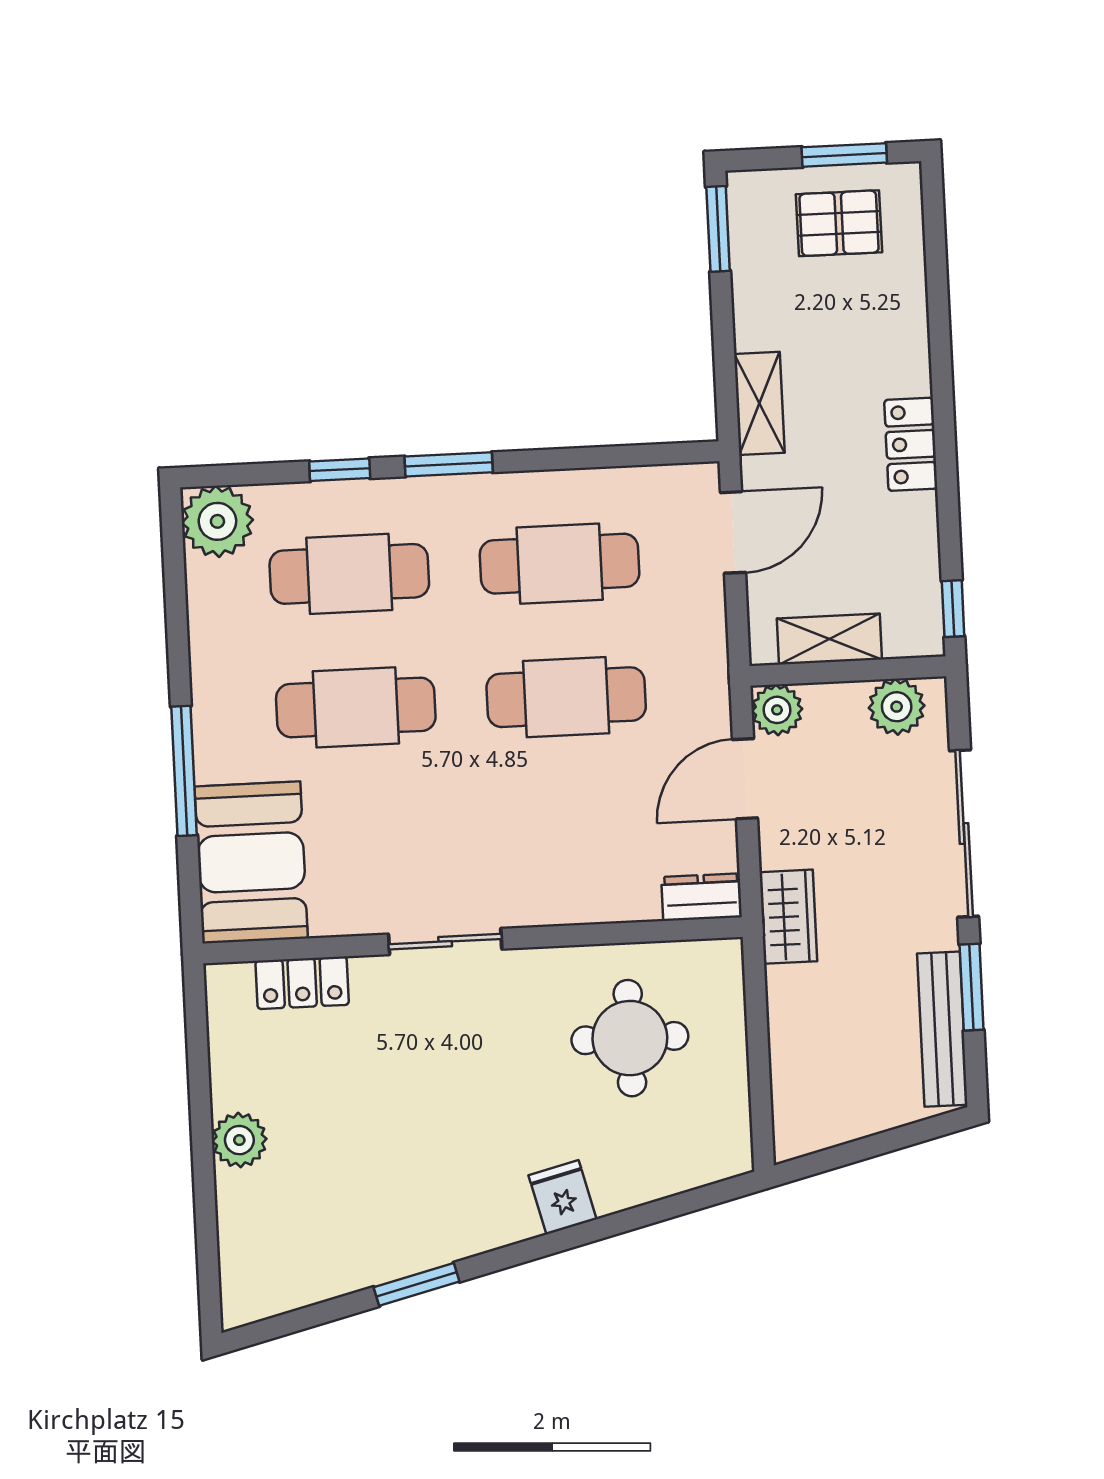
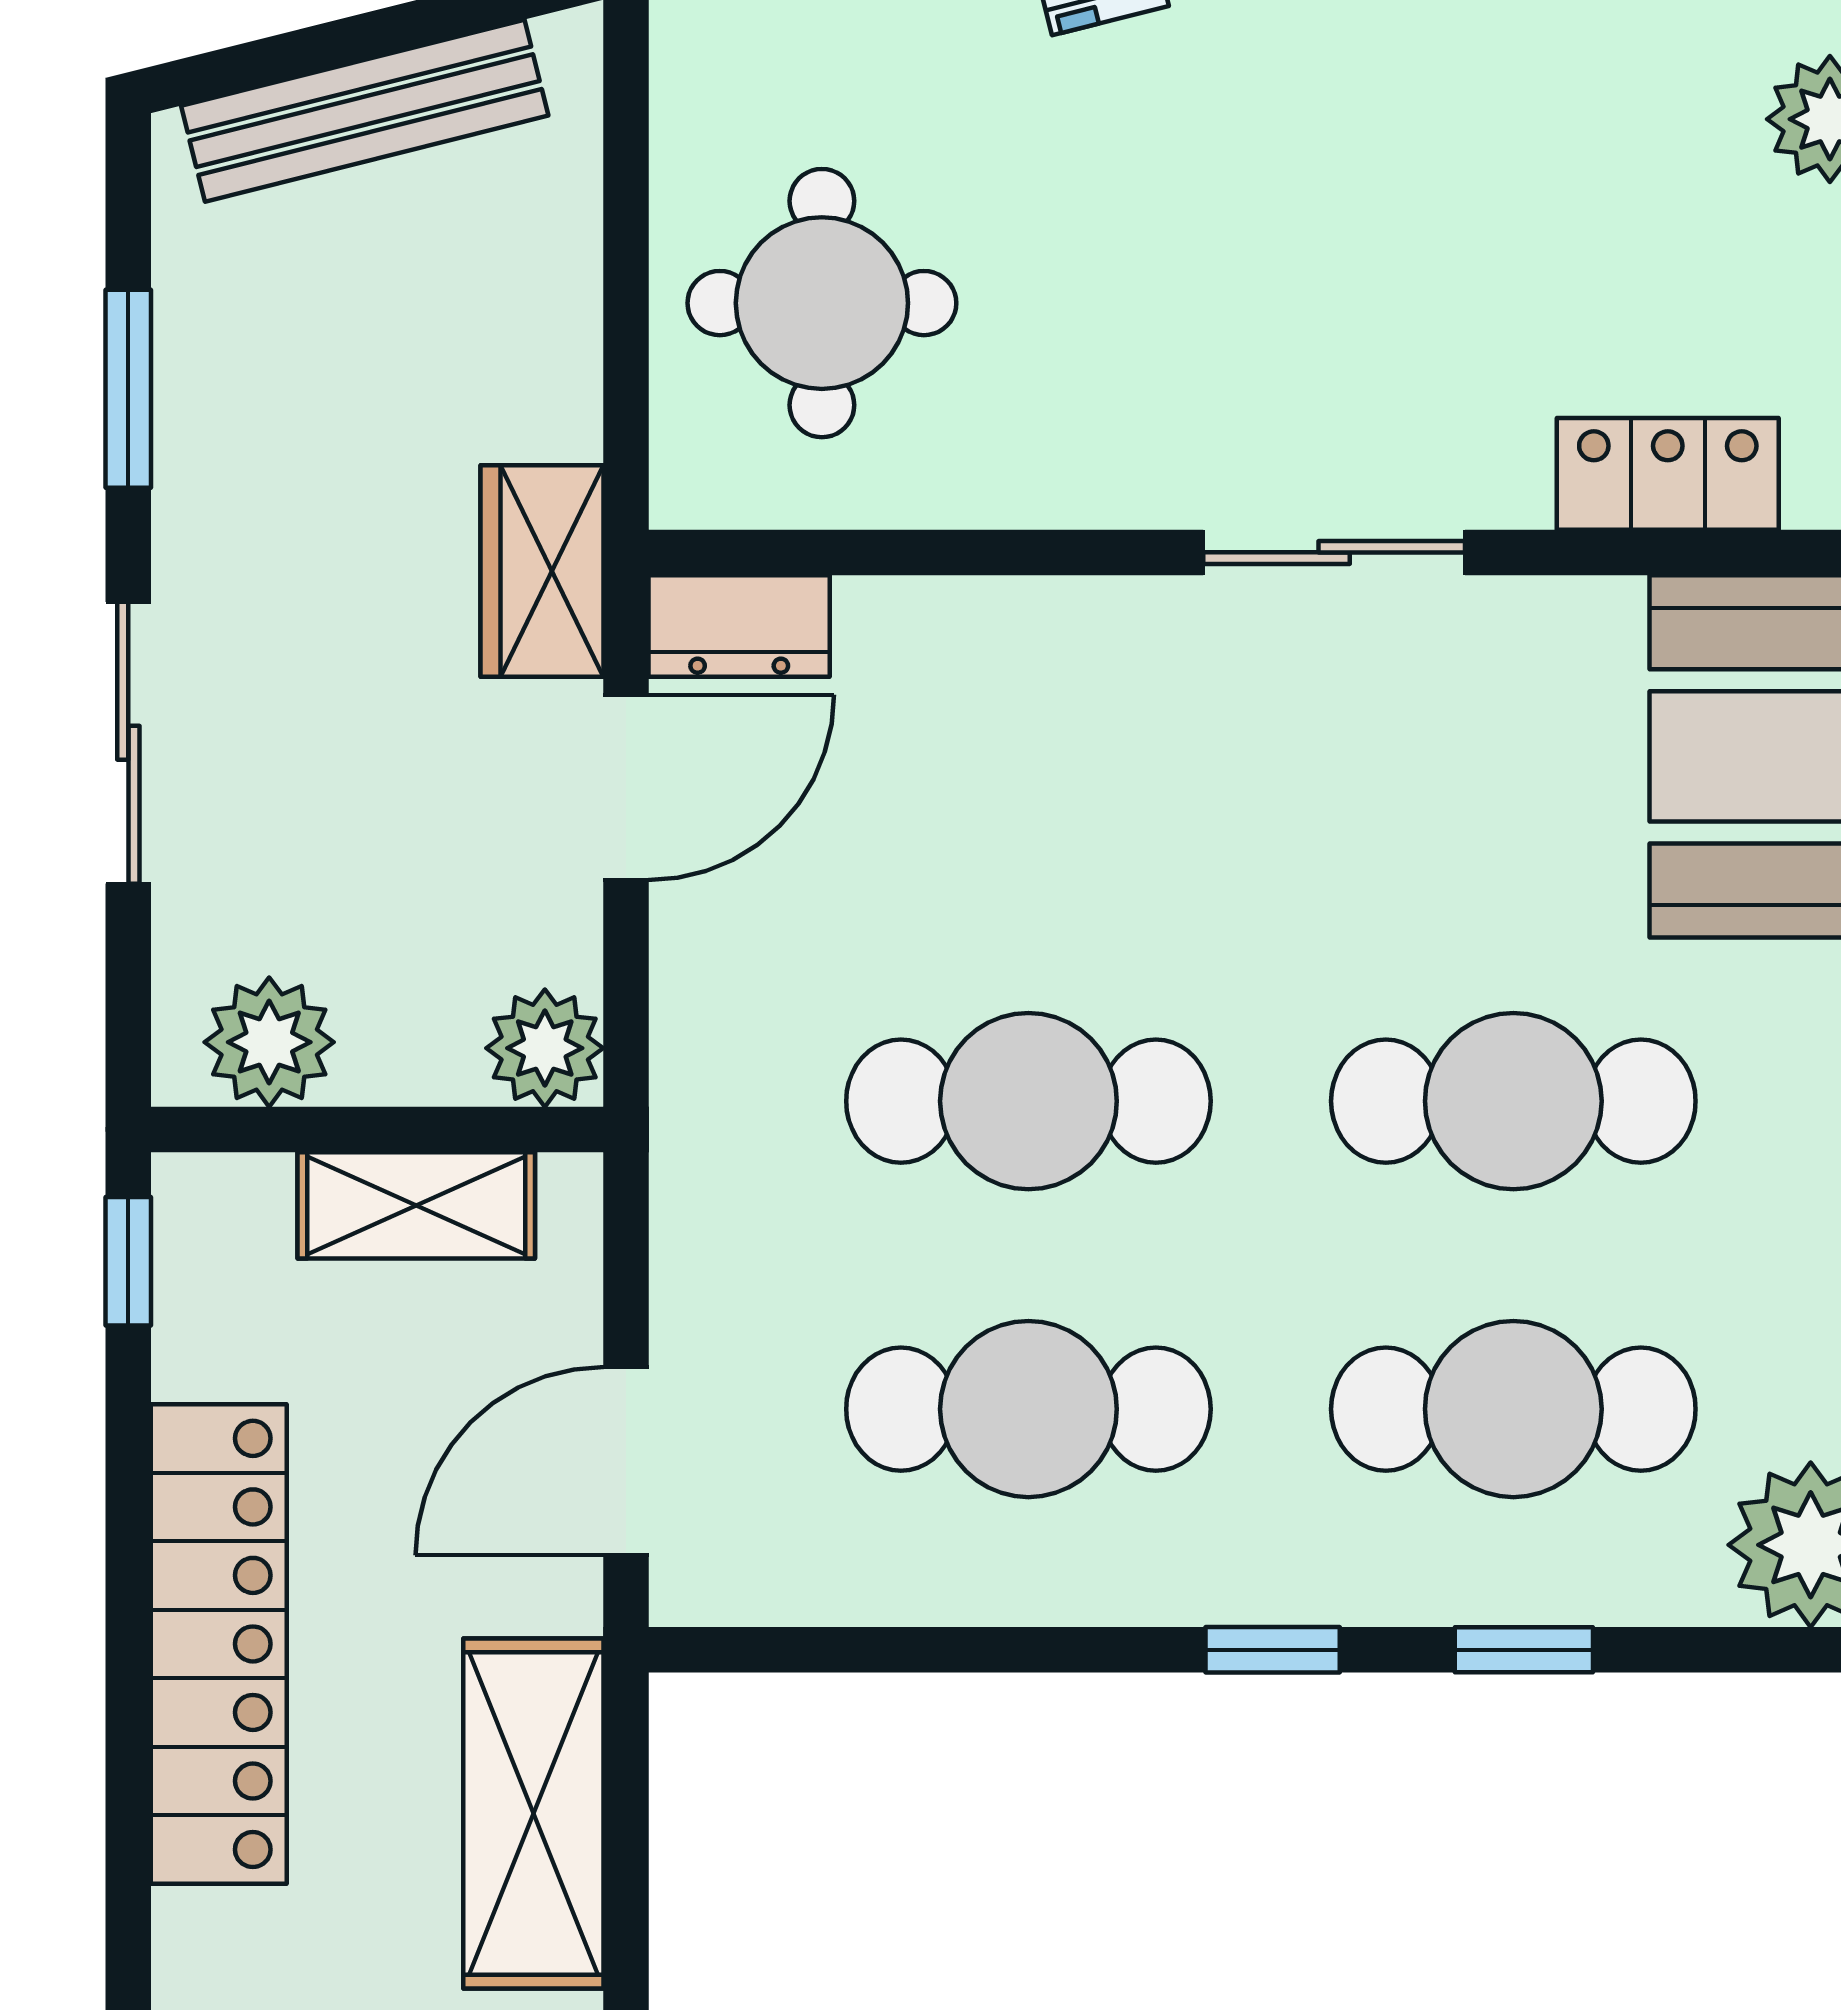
shelving: (759, 403) -> (533, 1813), width x1.50, depth x1.33
locker: (911, 444) -> (219, 1644), width x2.16, depth x1.21
window: (449, 464) -> (1273, 1650), width x0.67
door: (745, 779) -> (626, 787), moved
sliding door: (964, 833) -> (128, 743), width x0.73
bench: (942, 1029) -> (365, 111), moved, turned 76
round table: (630, 1038) -> (822, 303), moved

